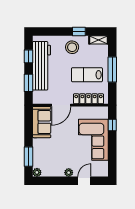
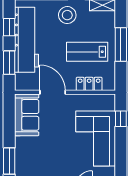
locker: (88, 99) -> (89, 84), width x0.66
door: (61, 105) -> (53, 92), swing flipped

